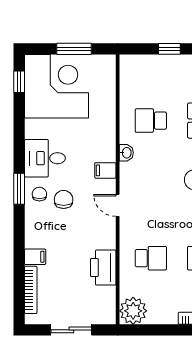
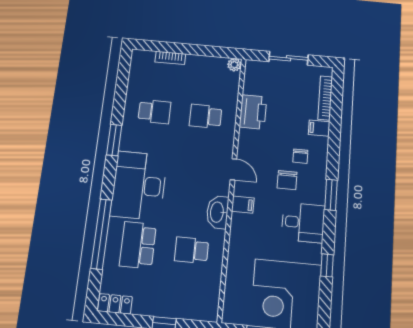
window: (19, 82) -> (327, 265), moved
school desk: (151, 121) -> (192, 250), turned 180
washbasin: (126, 153) -> (217, 212), width x1.91, depth x1.45
chair: (39, 194) -> (300, 156), moved
plant: (133, 311) -> (234, 65), width x0.53, depth x0.53

